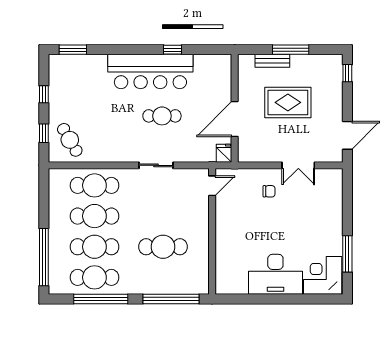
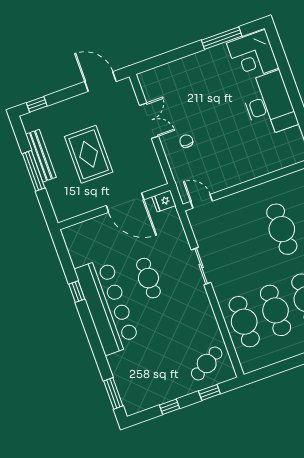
bench: (272, 61) -> (41, 156), moved, width x1.36

